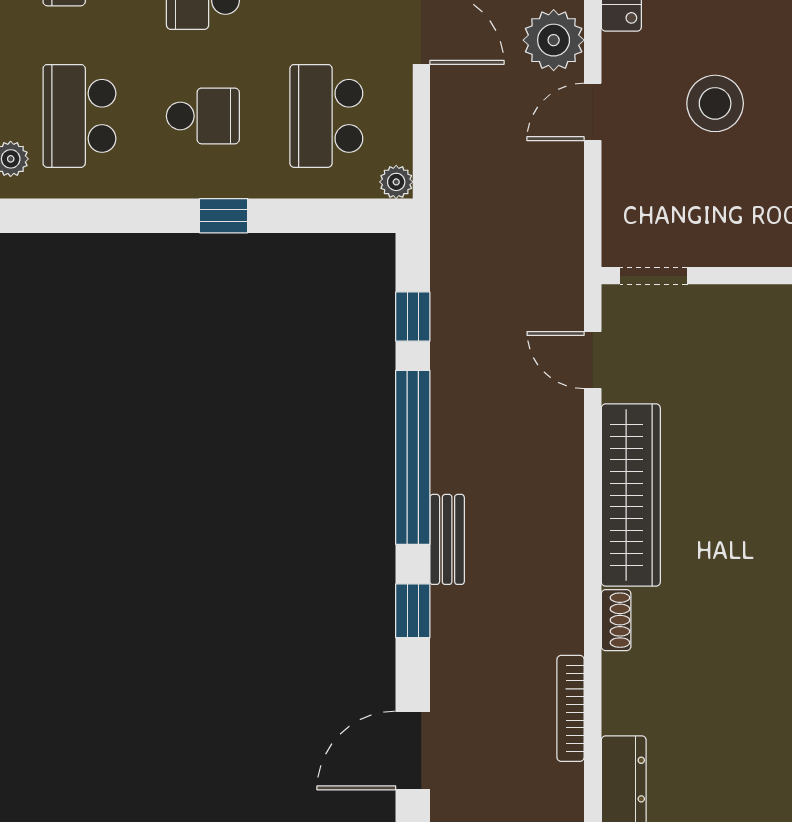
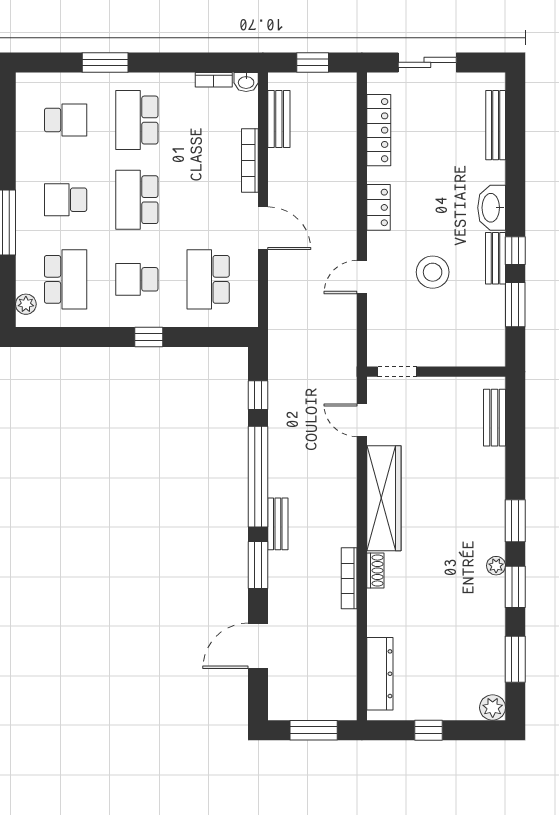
plant: (554, 40) -> (339, 236), removed
school desk: (79, 116) -> (66, 279), turned 180
school desk: (203, 116) -> (137, 279), turned 180
plant: (396, 182) -> (248, 317), removed
window: (413, 611) -> (258, 565), width x1.50
bookcase: (571, 708) -> (349, 578), moved

